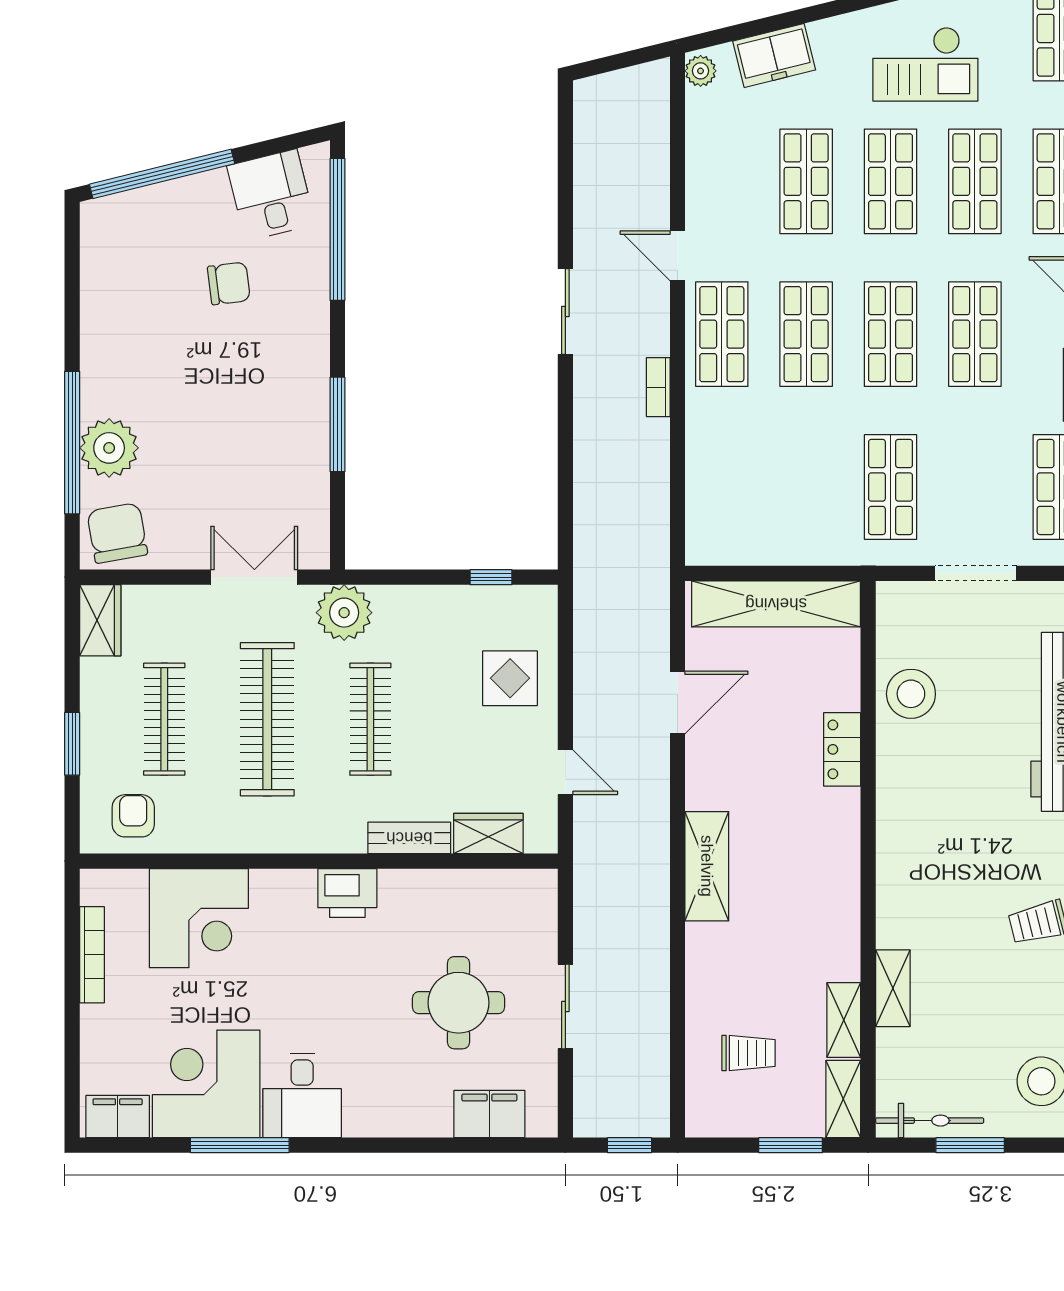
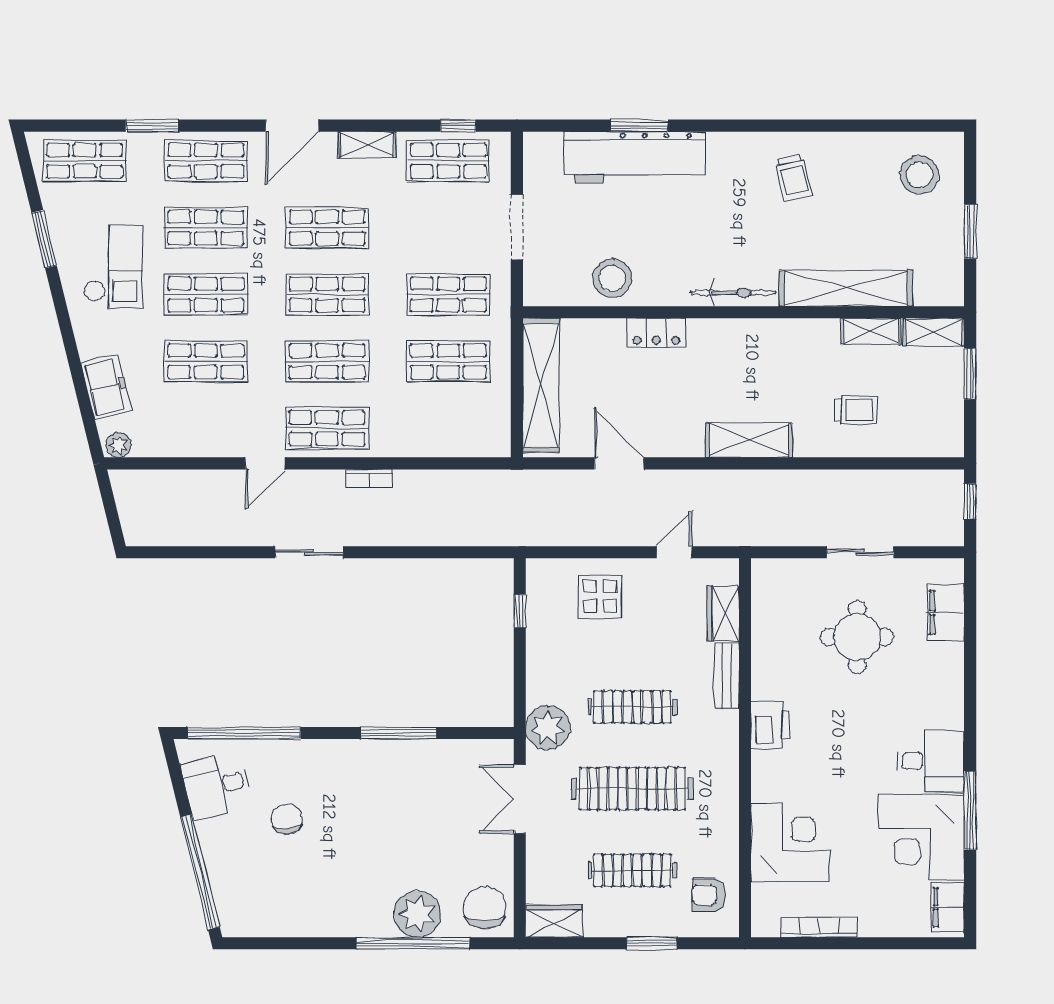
shop shelf: (806, 487) -> (448, 361), added
chair: (117, 533) -> (485, 908), turned 100
shelving: (893, 988) -> (846, 288), width x2.20, depth x1.33
trolley: (748, 1053) -> (856, 410), moved, turned 90
bicycle: (930, 1121) -> (733, 293), moved, turned 90

